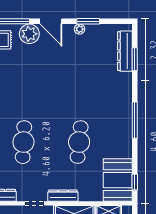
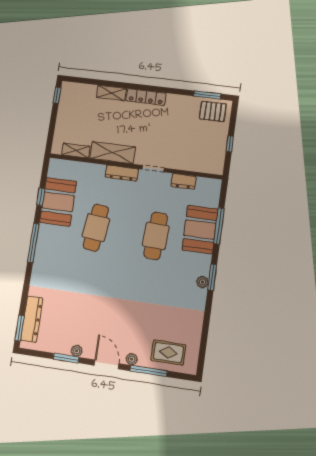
plant: (29, 34) -> (132, 359), width x0.53, depth x0.53
window: (135, 59) -> (20, 328), moved
booth: (118, 180) -> (58, 202), moved
window: (135, 182) -> (41, 197), moved

